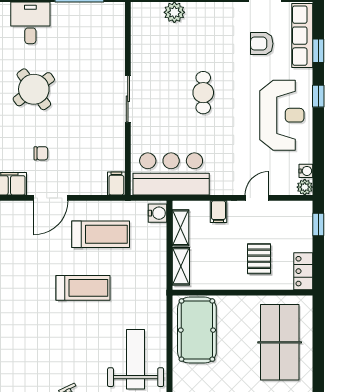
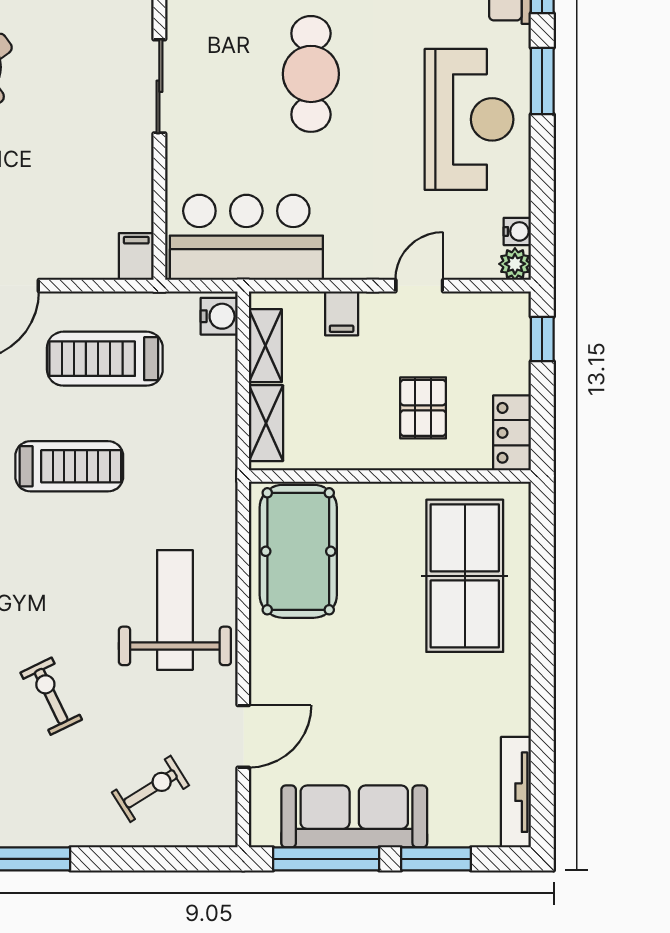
cafe table: (203, 93) -> (311, 74), width x1.37, depth x1.35
window: (318, 96) -> (542, 81), width x1.50
treadmill: (101, 234) -> (105, 359), turned 180

